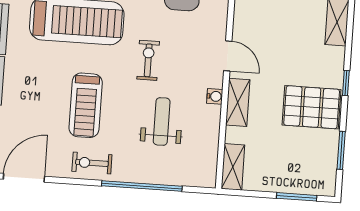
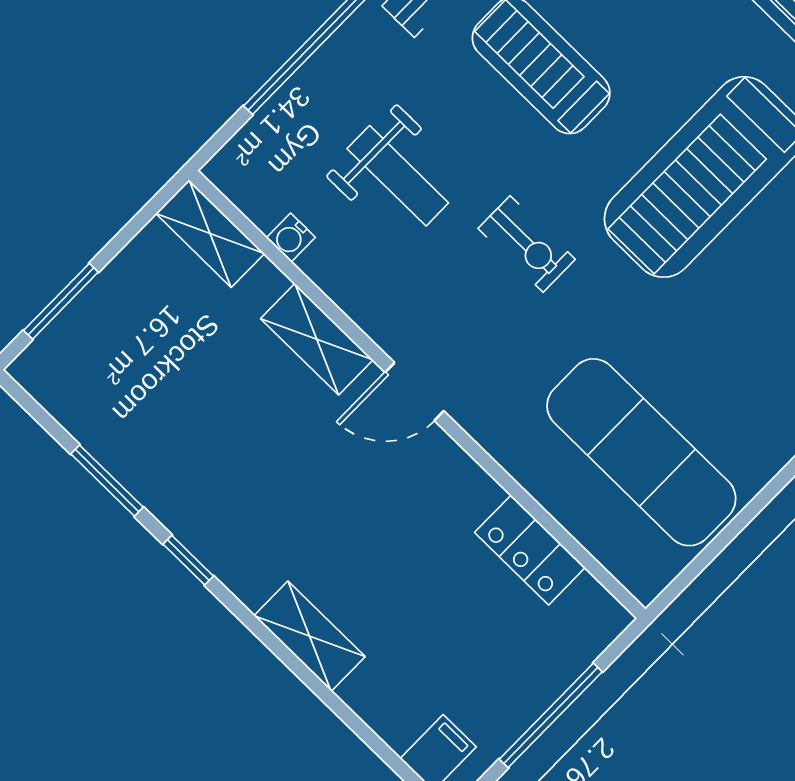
water cooler: (215, 96) -> (291, 238), moved
pallet: (312, 107) -> (197, 463), removed
window: (341, 150) -> (107, 481), moved

